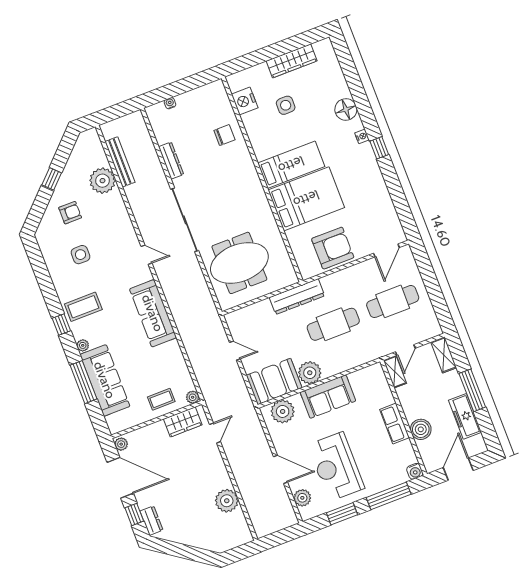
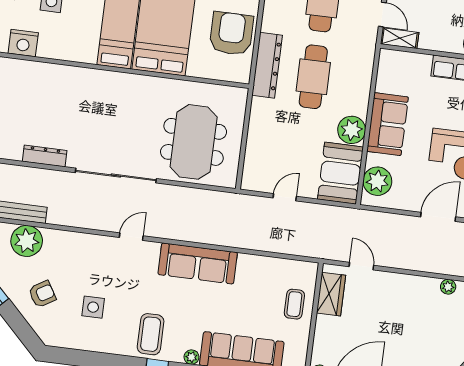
chair: (224, 135) -> (48, 84), removed
armchair: (70, 213) -> (42, 294), turned 59
dresser: (297, 297) -> (267, 65), moved
plant: (193, 397) -> (310, 269), removed
plant: (227, 501) -> (448, 287), width x0.53, depth x0.53

